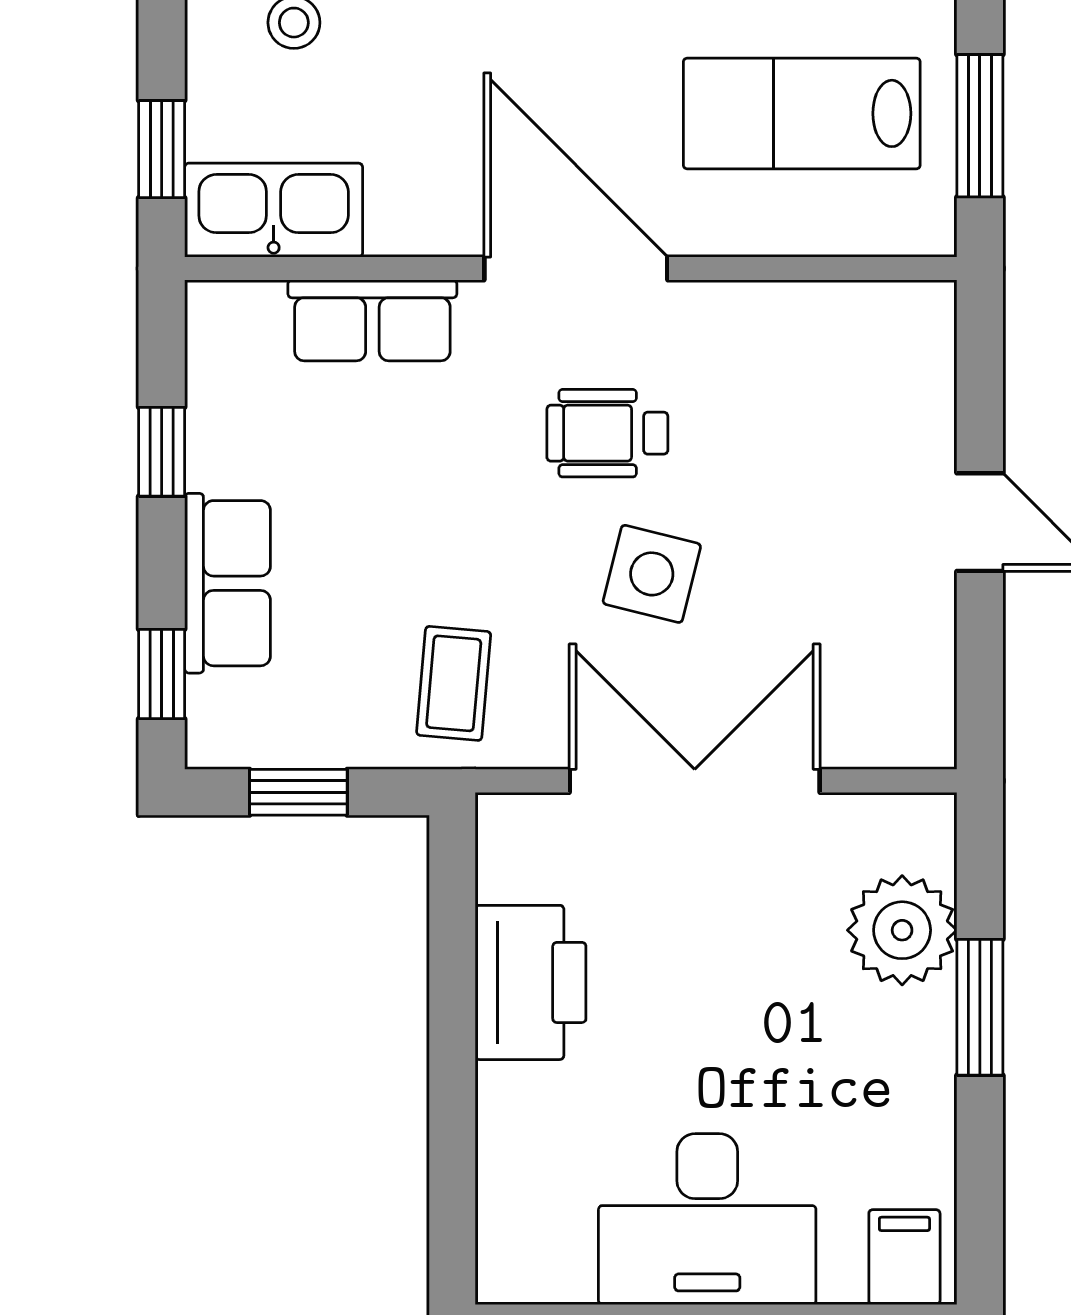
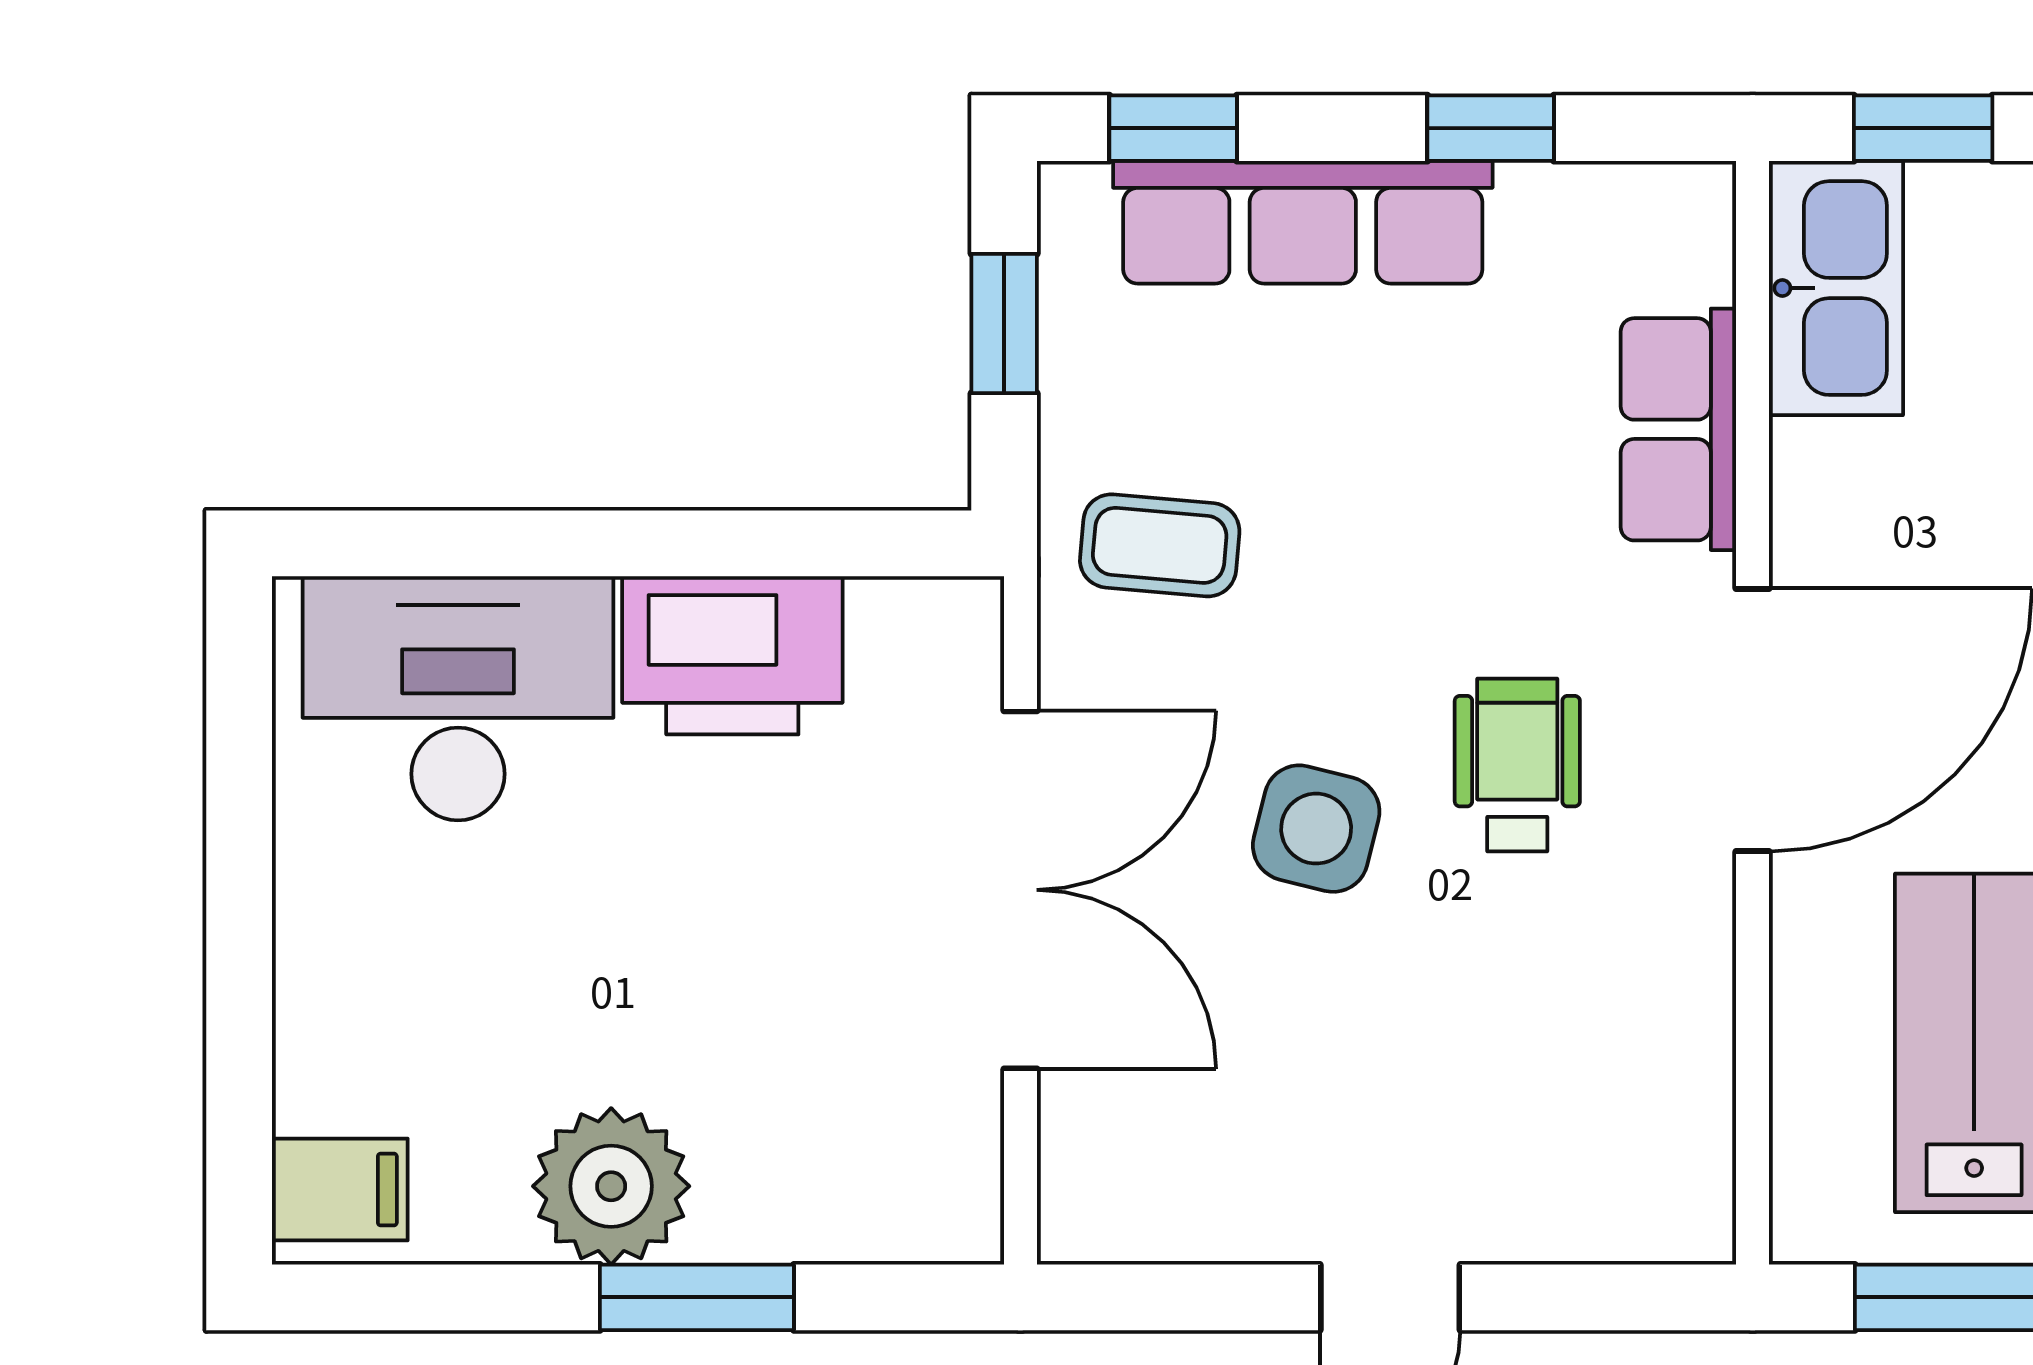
row of seats: (228, 583) -> (1303, 222), width x1.48
plant: (902, 930) -> (611, 1186), moved
desk: (707, 1219) -> (458, 698), moved, turned 90

